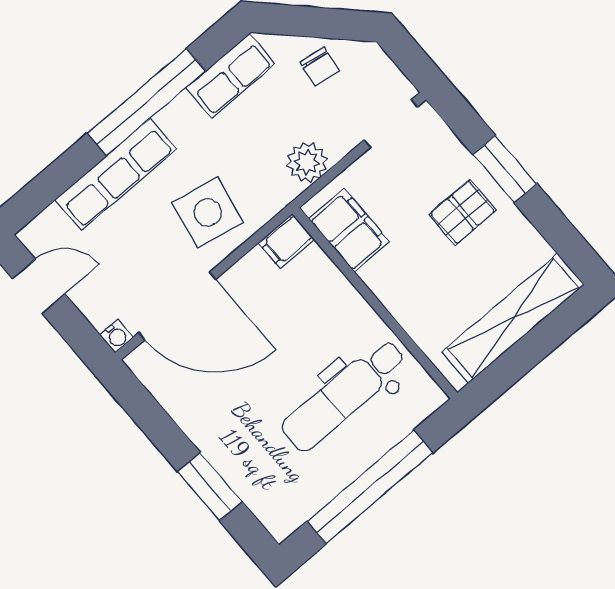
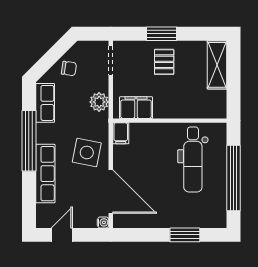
door: (177, 306) -> (111, 192), hinge flipped
shelving: (513, 318) -> (217, 65), width x0.68

